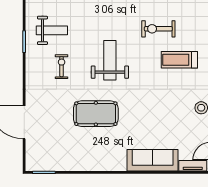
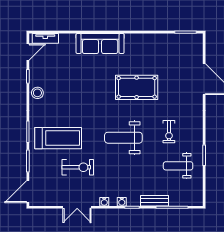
weight bench: (110, 60) -> (123, 138), turned 90
treadmill: (179, 60) -> (58, 138), width x1.37, depth x1.38
sofa: (153, 160) -> (100, 44), moved

